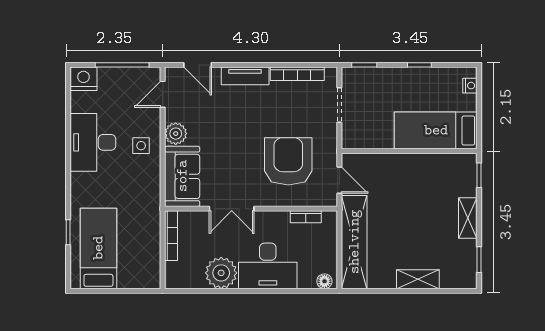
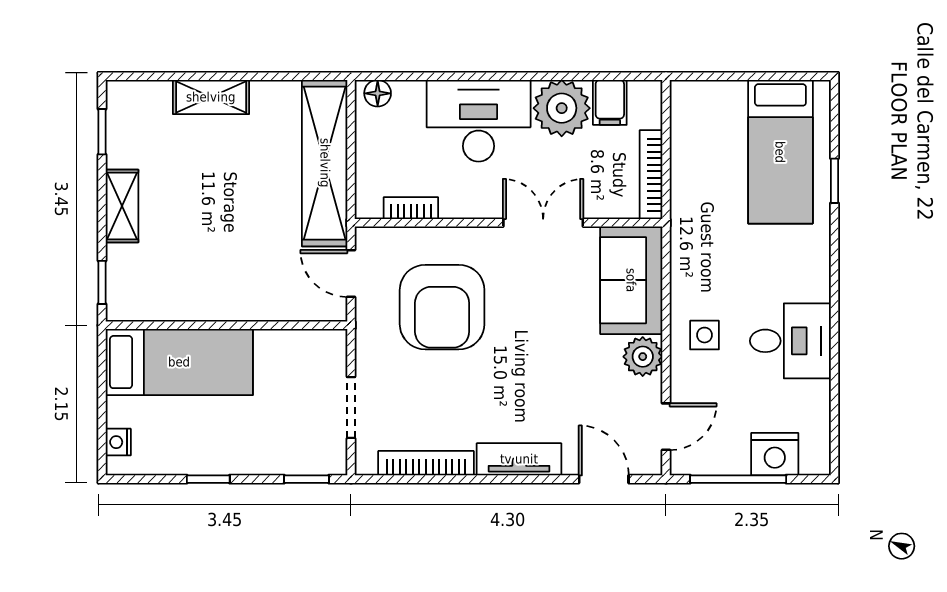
nightstand: (83, 79) -> (775, 454), moved
desk: (93, 142) -> (790, 341), width x0.73
filing cabinet: (194, 276) -> (610, 102), added

